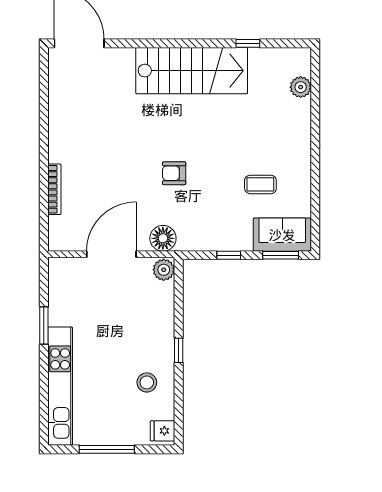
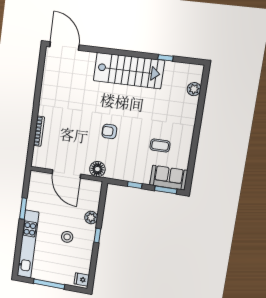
door: (111, 254) -> (66, 174), swing flipped
plant: (164, 270) -> (91, 218), moved
stool: (147, 382) -> (67, 237), moved

